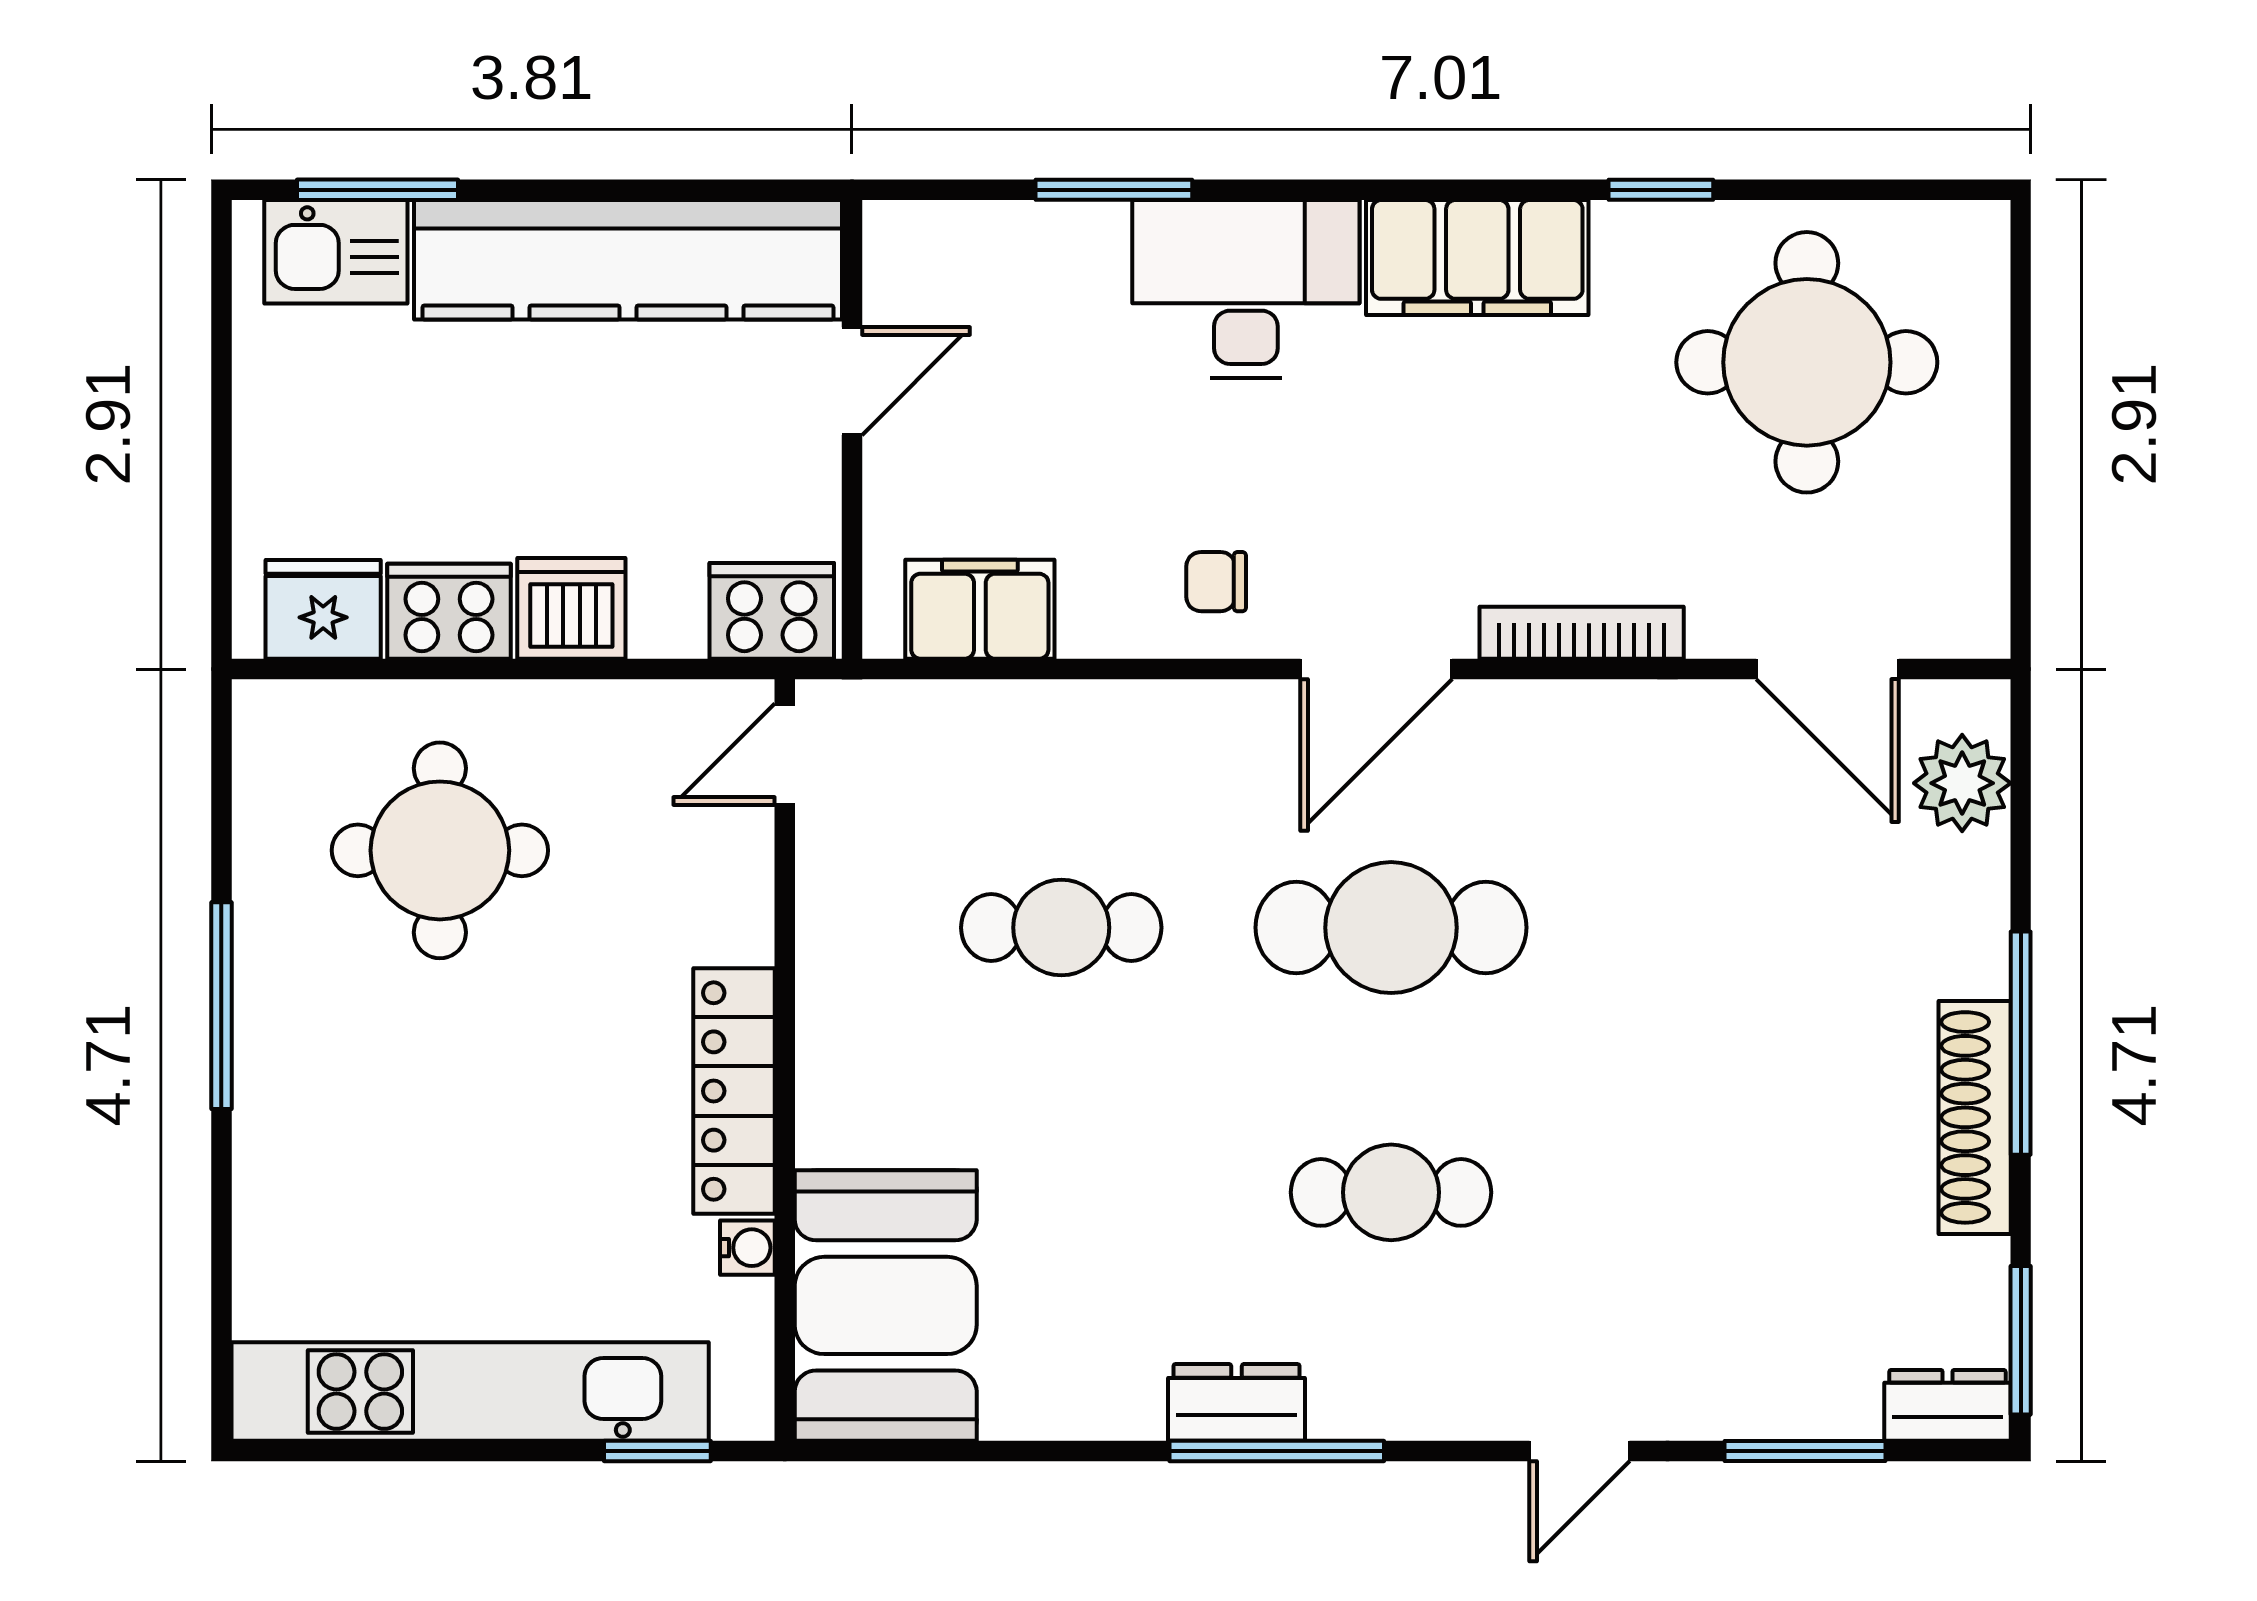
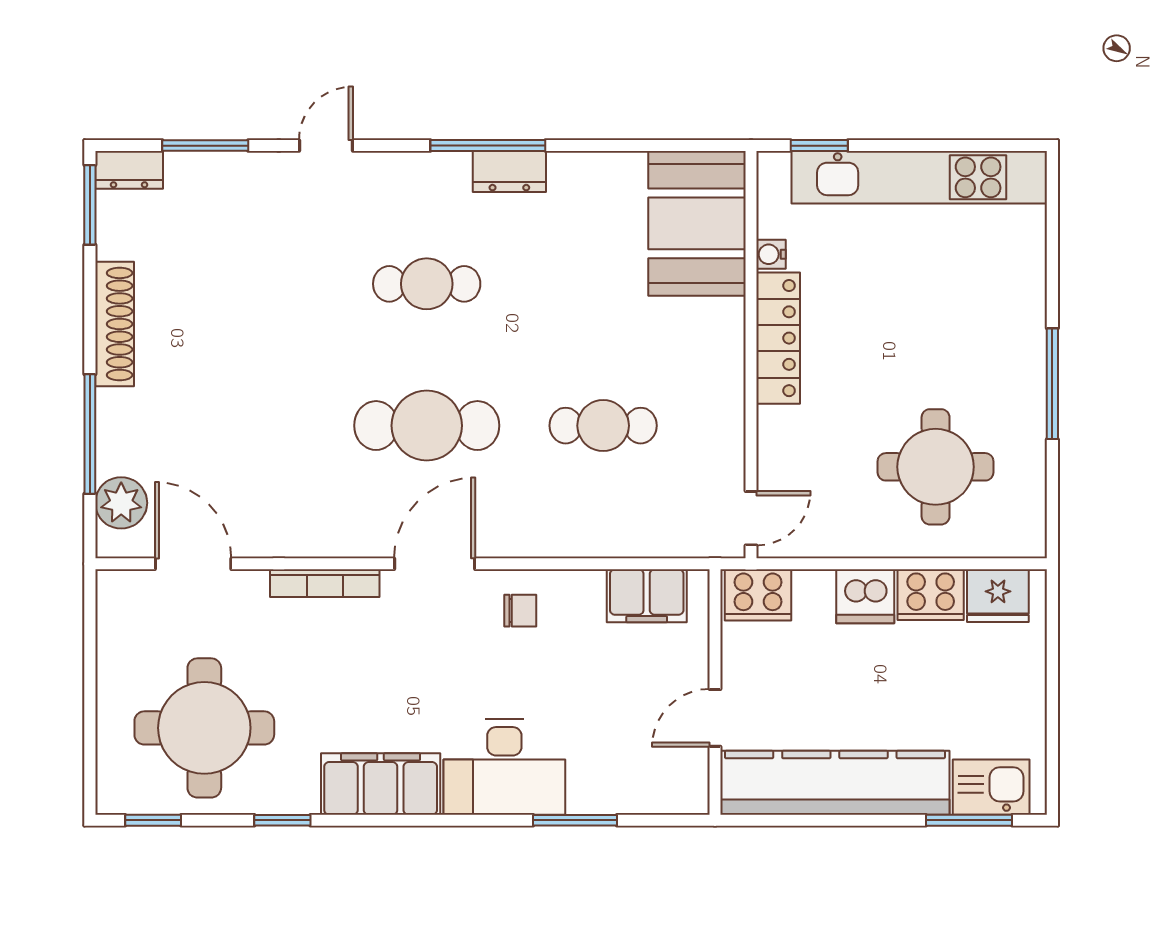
window: (1903, 190) -> (153, 820), added
window: (2021, 1043) -> (90, 434), moved

